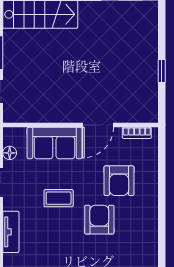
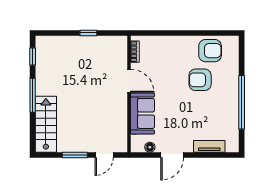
armchair: (119, 181) -> (210, 51), moved
coffee table: (59, 198) -> (184, 110), removed

